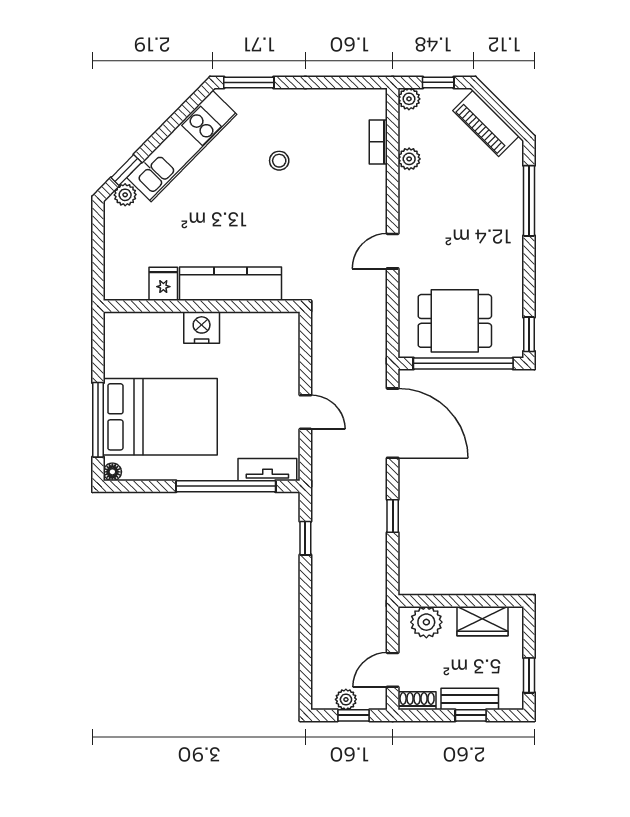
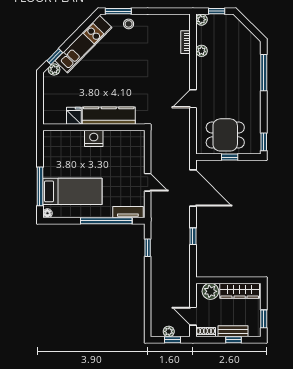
piano: (486, 123) -> (241, 32), removed
stool: (279, 161) -> (129, 24), moved
window: (463, 363) -> (230, 157), width x0.32
bed: (160, 417) -> (72, 191), width x0.67
wardrobe: (482, 621) -> (240, 291), width x1.50
door: (393, 670) -> (193, 316), hinge flipped

